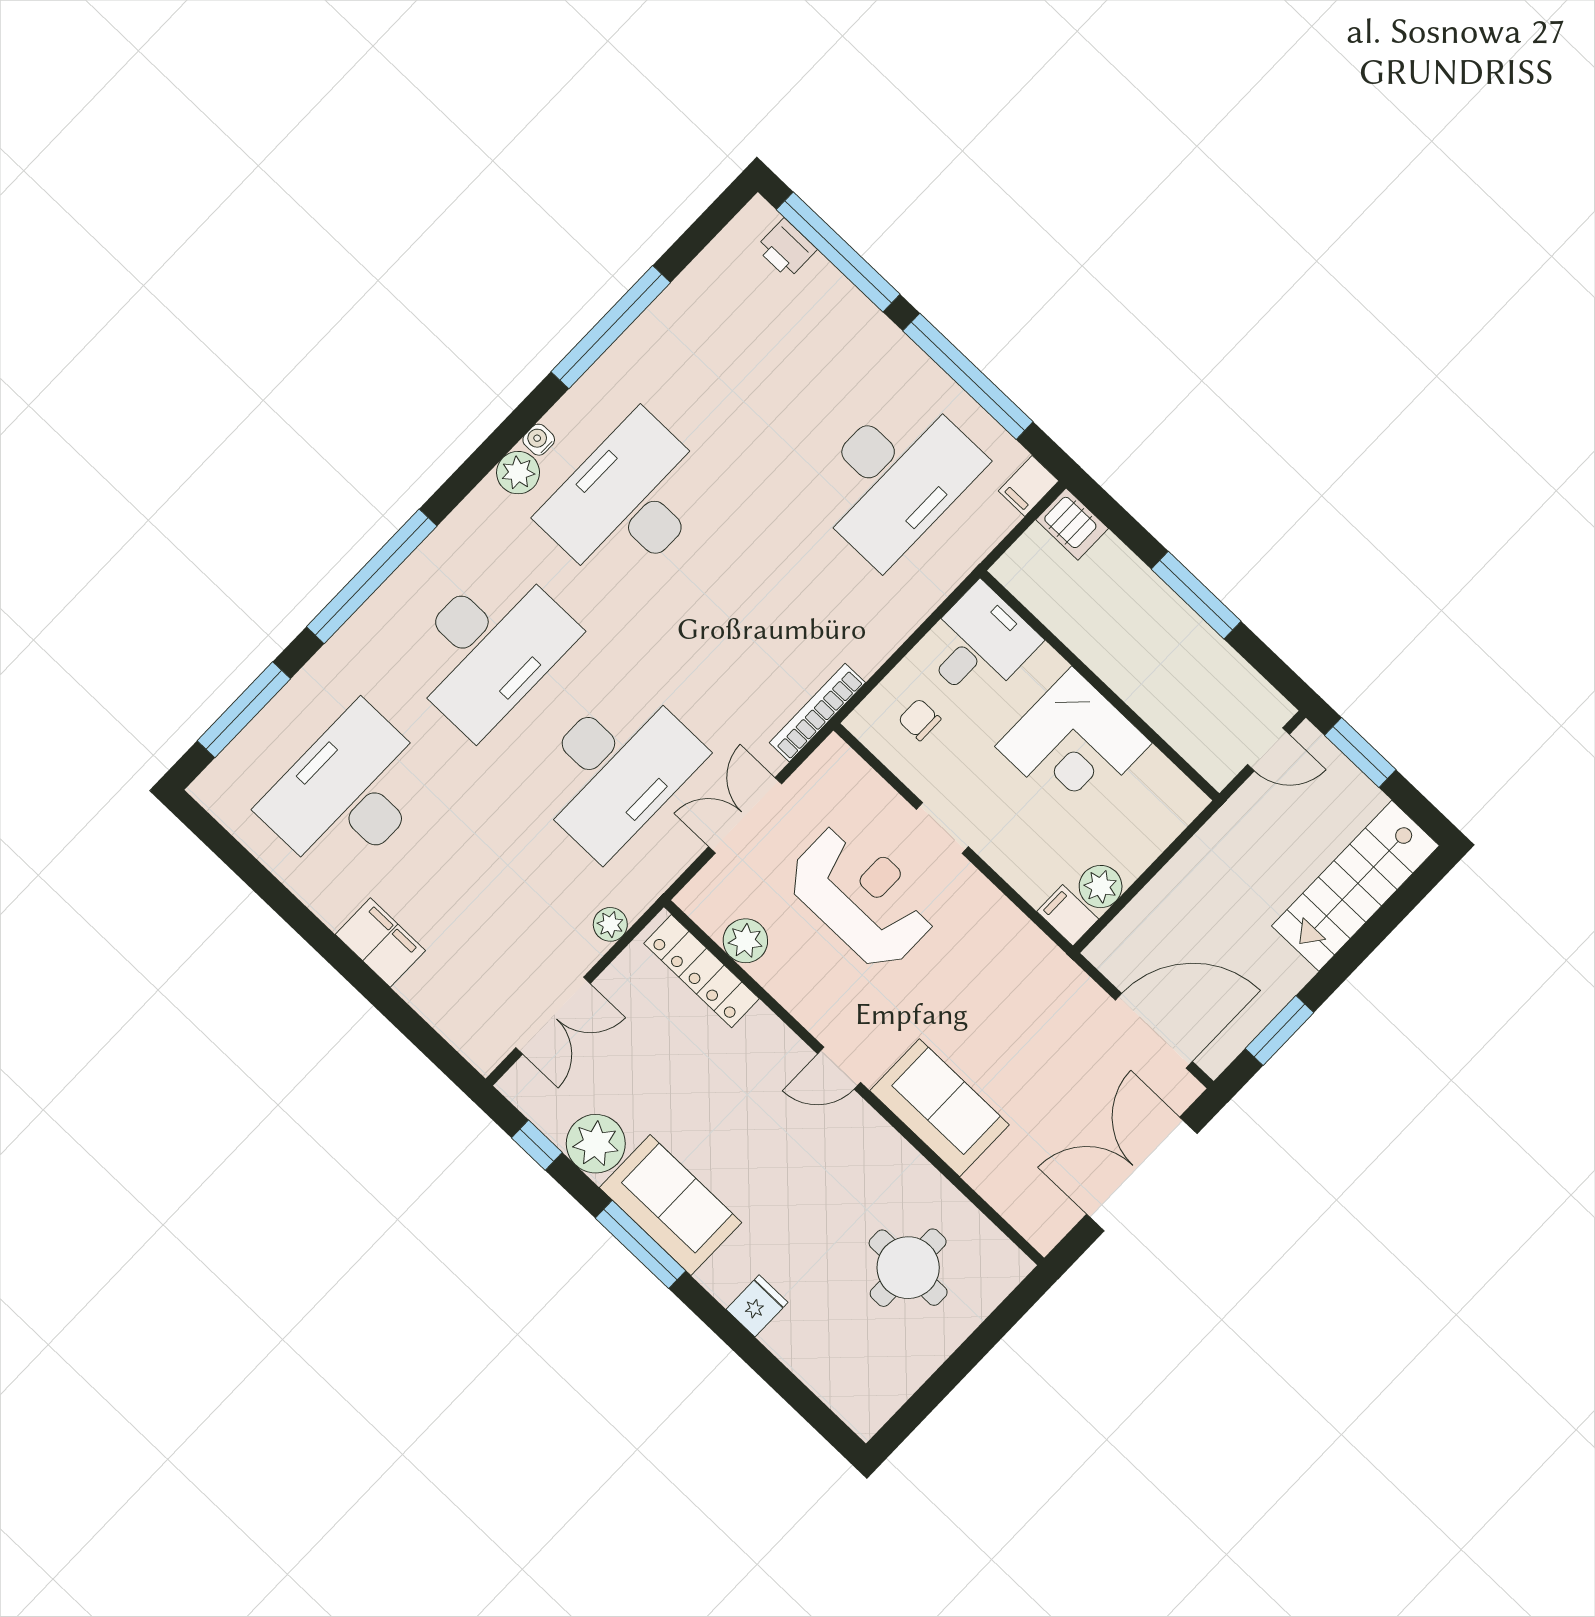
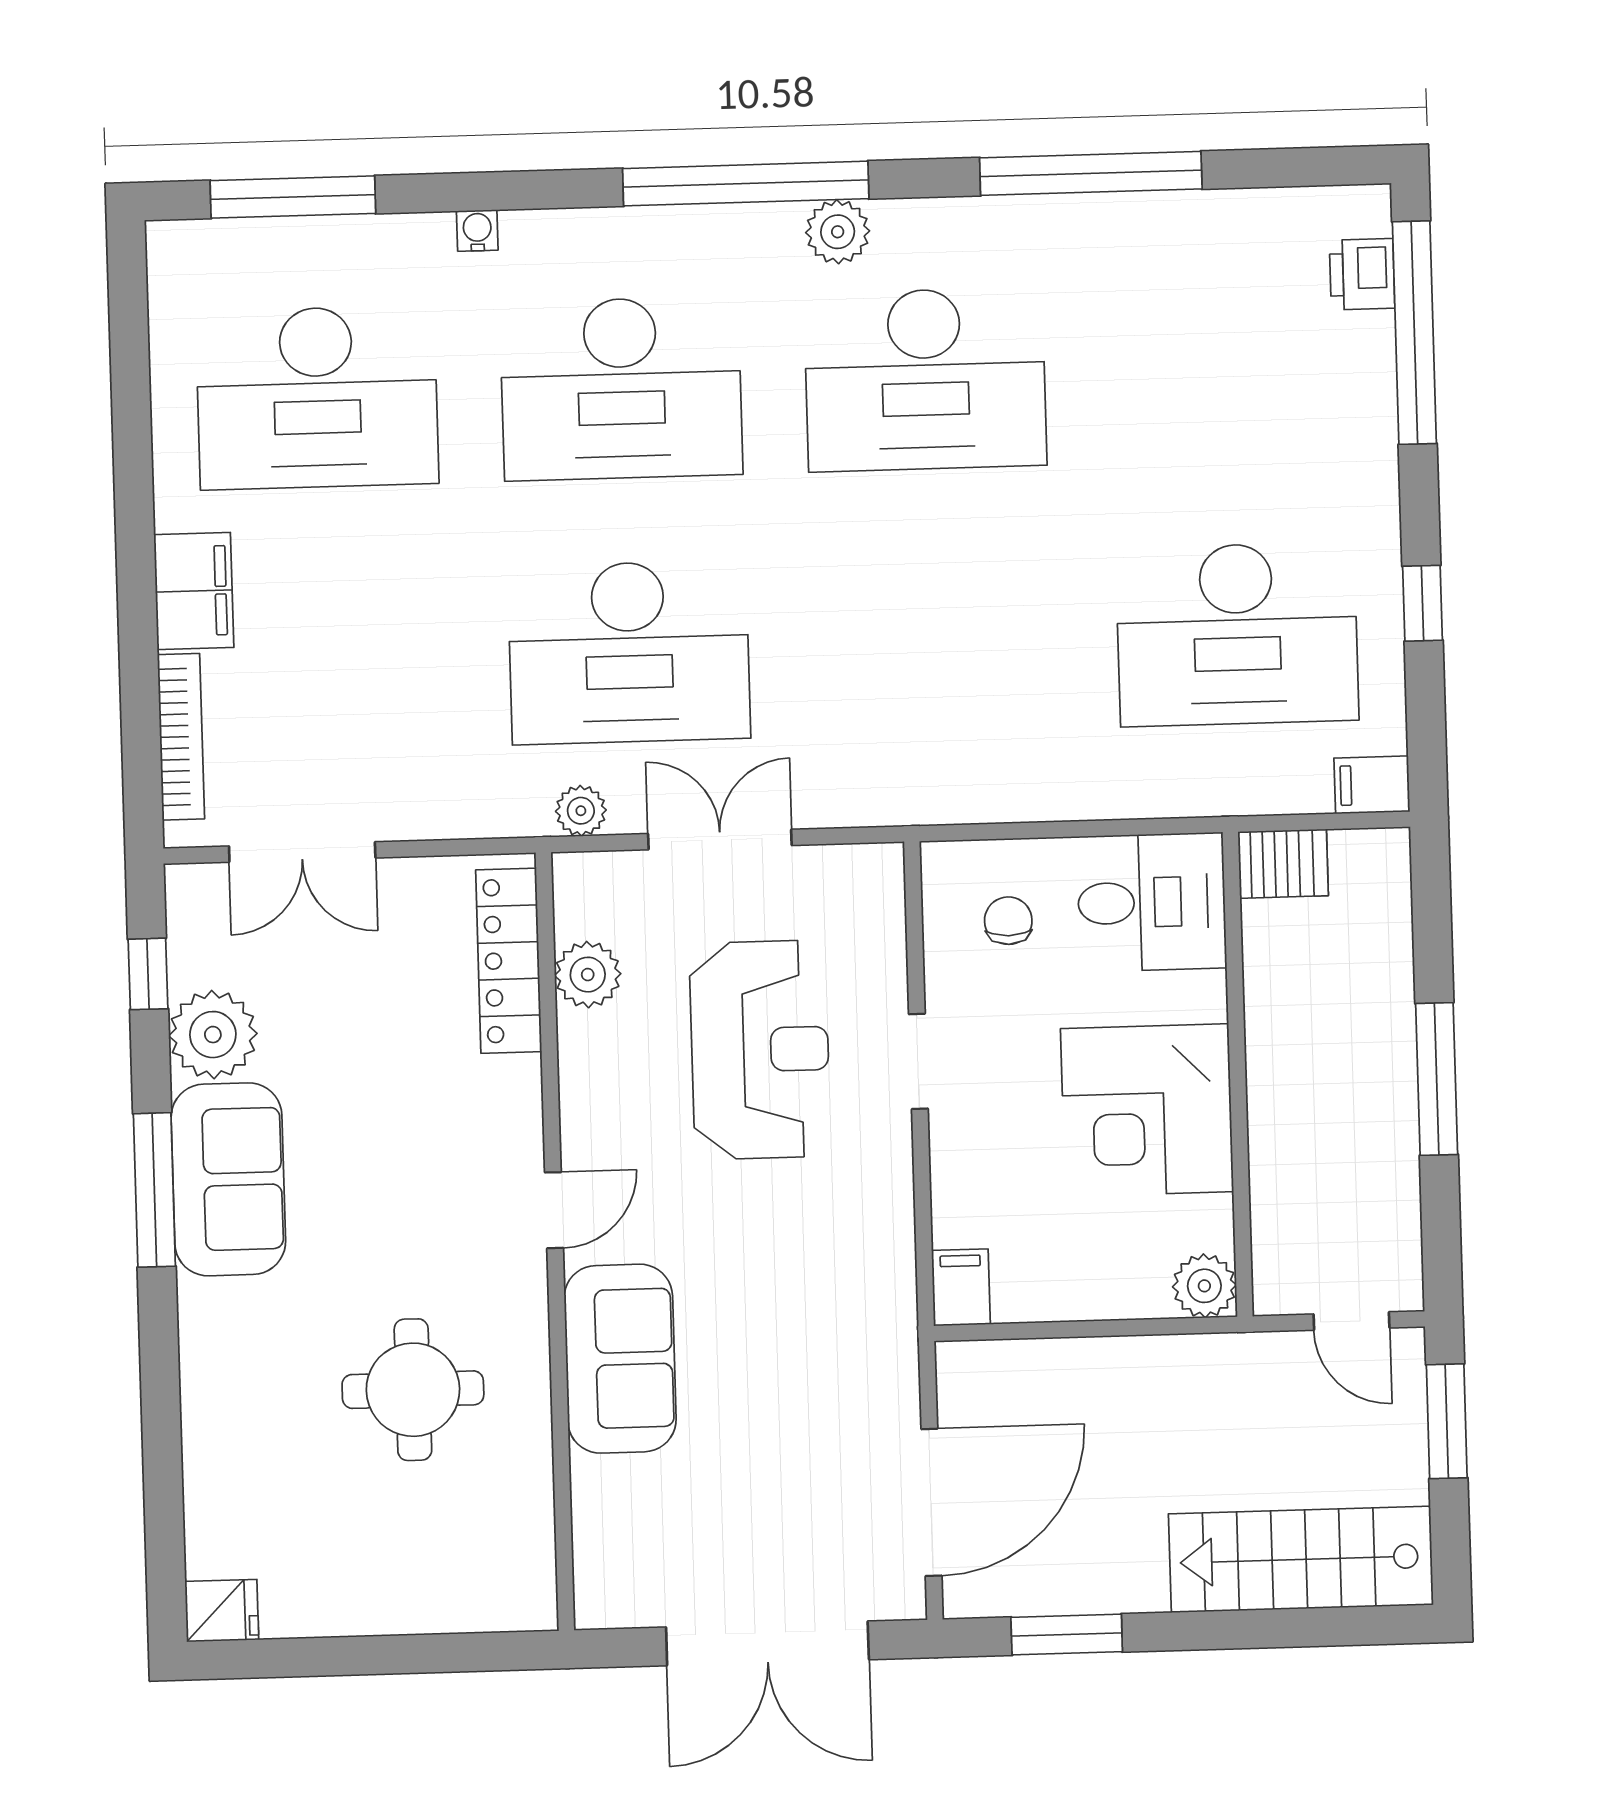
window: (968, 376) -> (1422, 603), width x0.32
water cooler: (539, 440) -> (477, 231), moved
desk: (628, 502) -> (925, 379), turned 180
server rack: (1072, 524) -> (1283, 864), moved, turned -90
window: (372, 576) -> (746, 184), moved
bookcase: (817, 713) -> (181, 737), moved, turned 90
desk: (349, 793) -> (317, 398), turned 180
plant: (1101, 887) -> (1204, 1286), moved
plant: (610, 924) -> (581, 811), moved
door: (1154, 1031) -> (931, 1502), hinge flipped
door: (839, 1068) -> (554, 1210), swing flipped
double door: (1142, 1174) -> (767, 1643), swing flipped
round table: (908, 1268) -> (413, 1390), moved
fridge: (757, 1306) -> (222, 1611), moved

